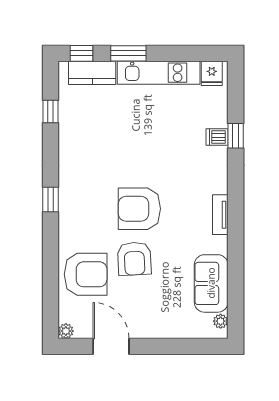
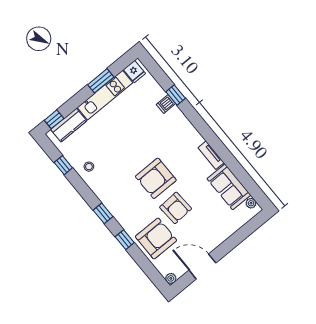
window: (128, 53) -> (101, 81), moved
stool: (77, 136) -> (89, 167), added
tv unit: (220, 215) -> (211, 155), moved
window: (51, 248) -> (125, 240), added

